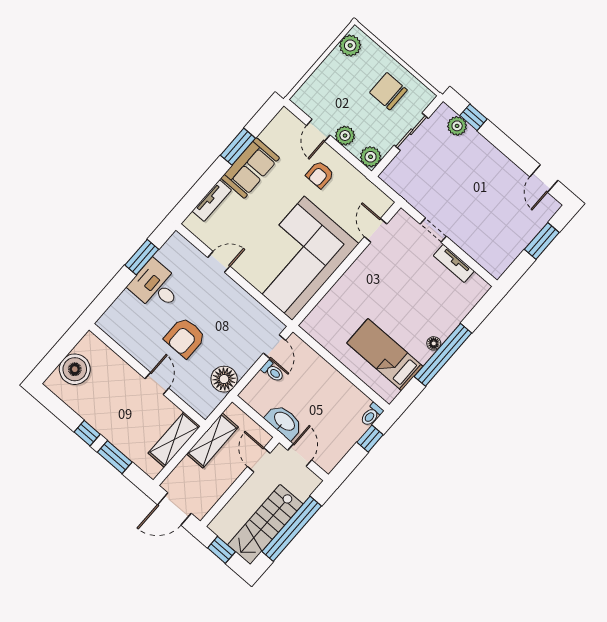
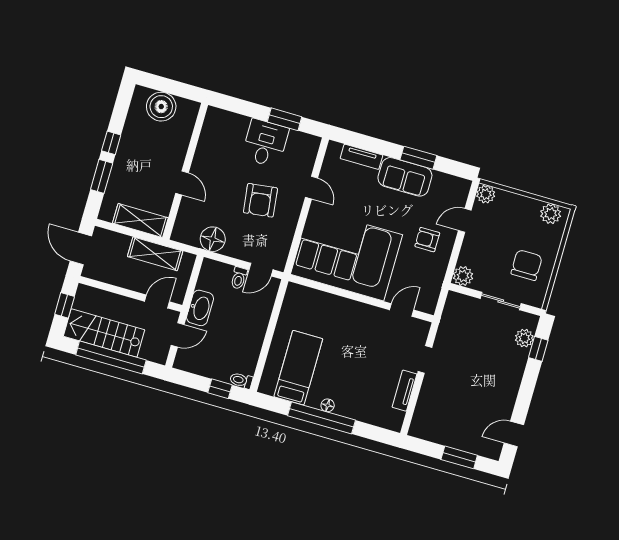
plant: (345, 136) -> (486, 194), moved
armchair: (185, 338) -> (260, 200), moved, turned -97
door: (157, 383) -> (182, 183), hinge flipped

